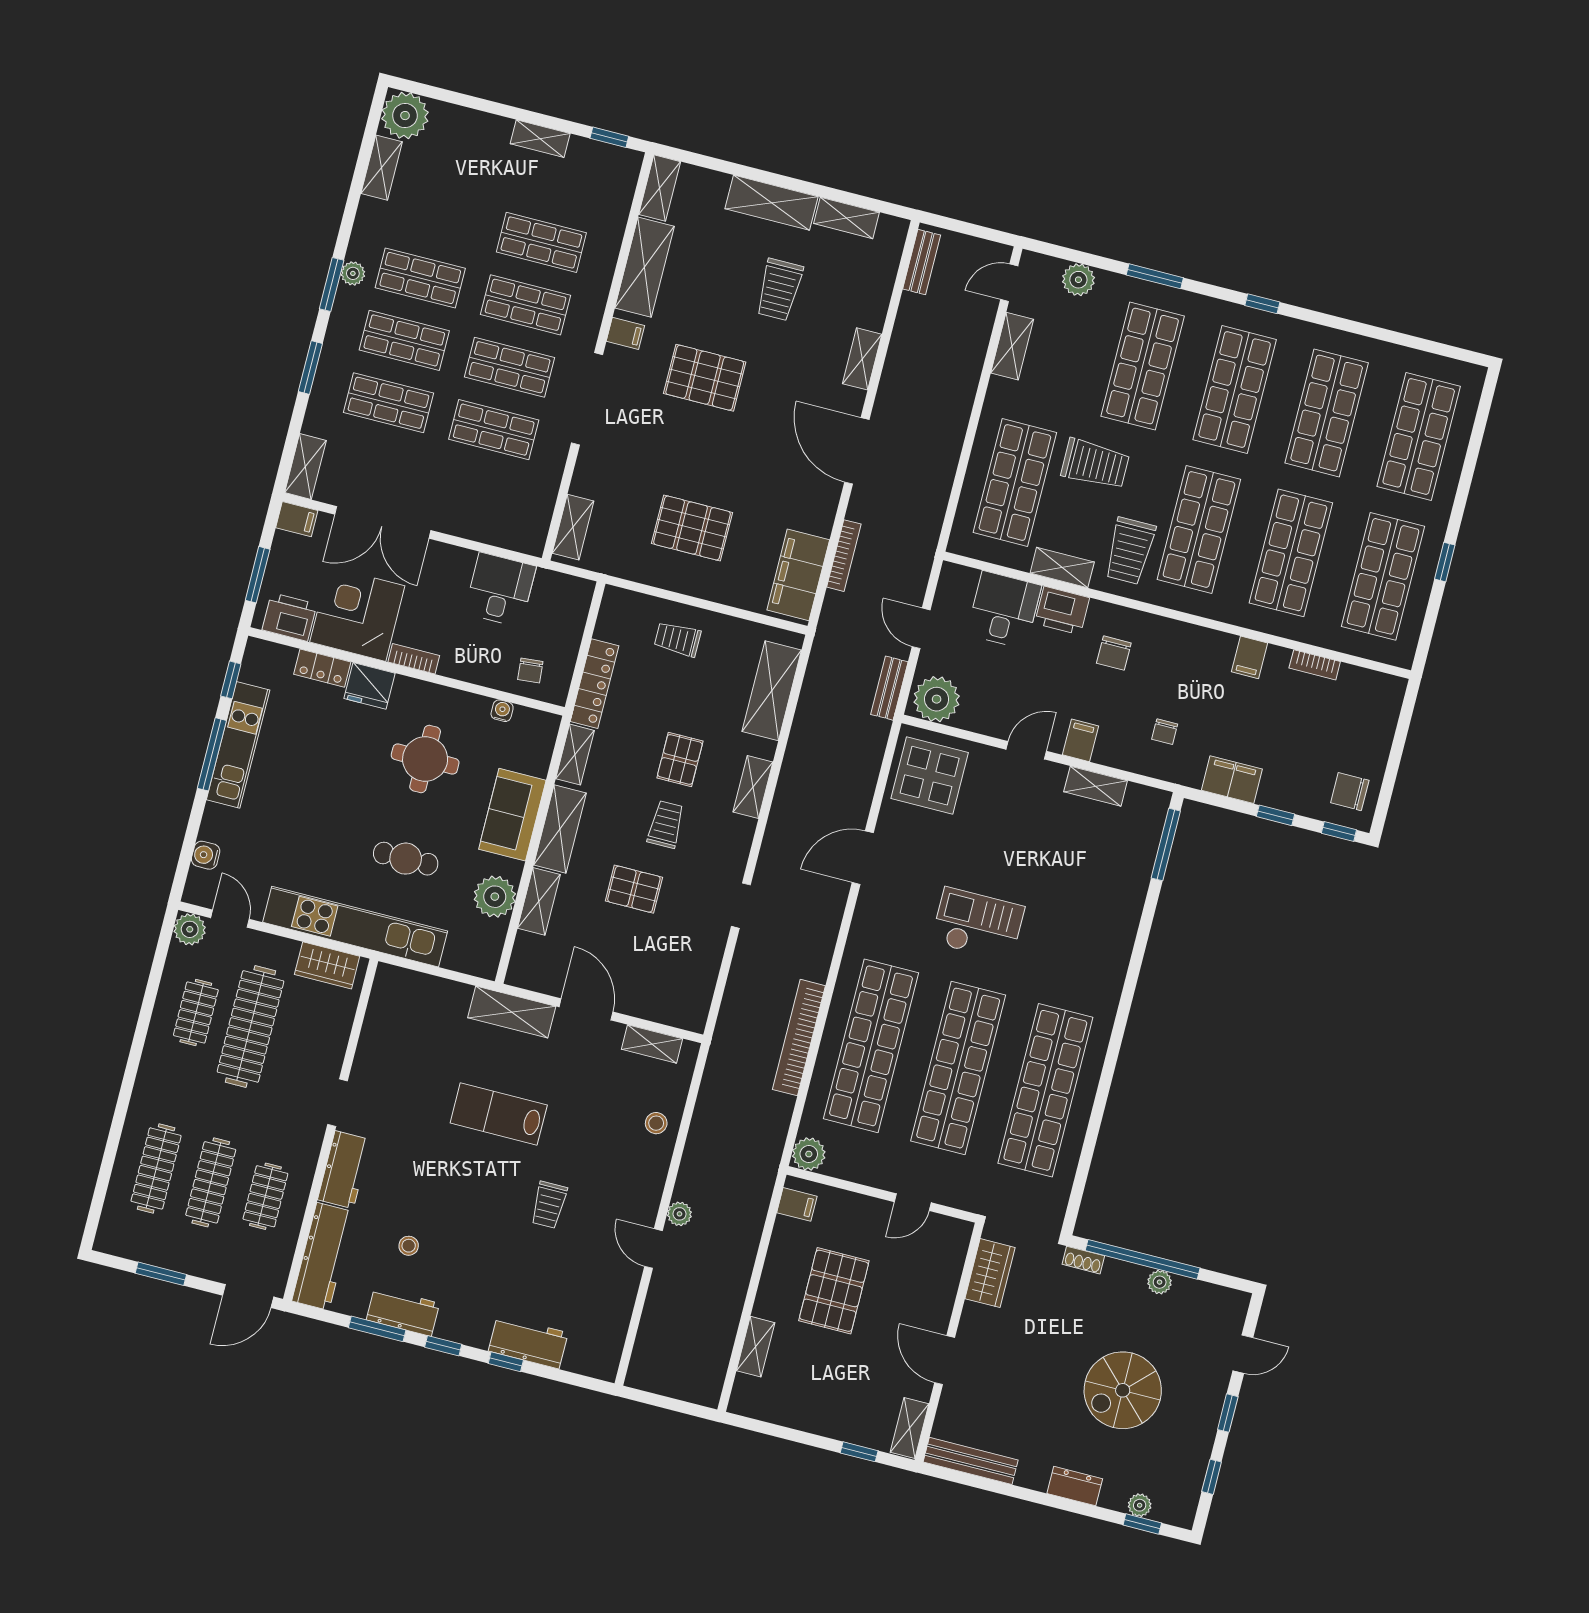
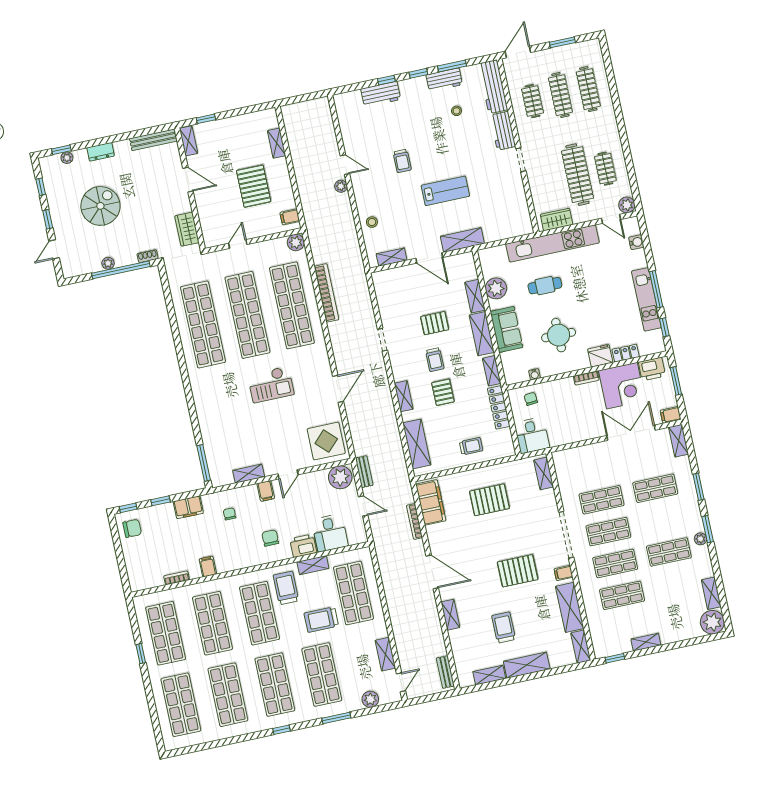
shop shelf: (404, 340) -> (662, 520), removed
desk: (500, 590) -> (532, 435), moved
trolley: (549, 1205) -> (402, 161), turned 180

